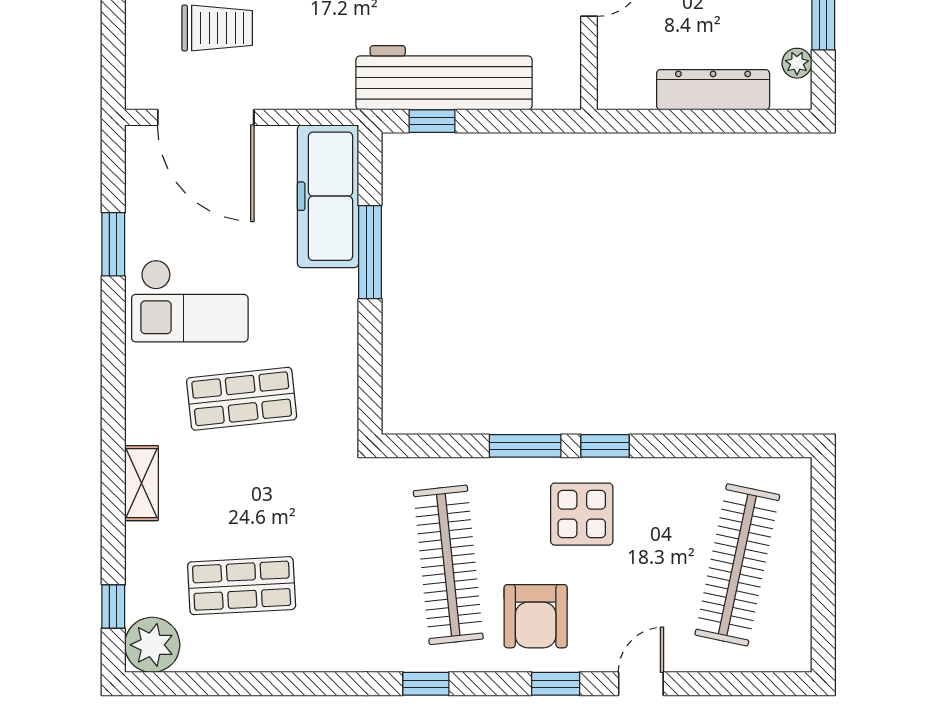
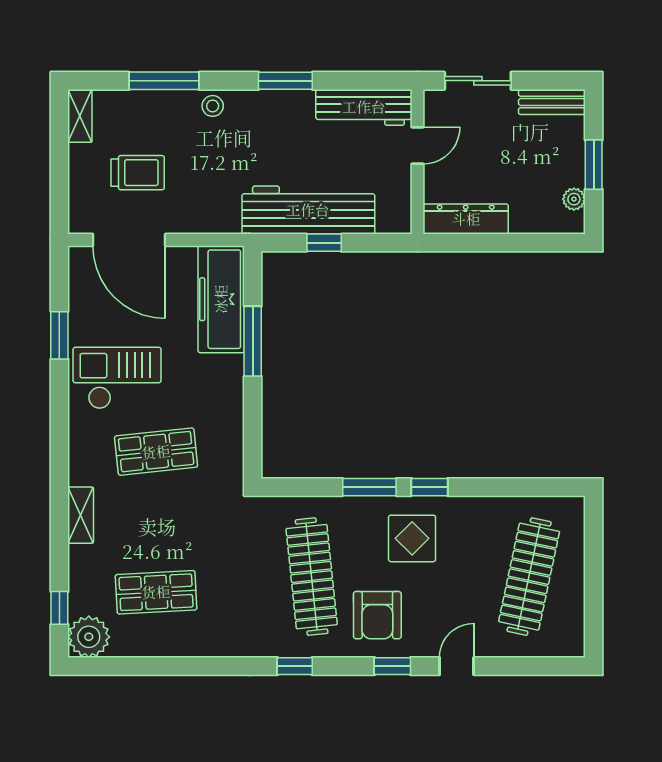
dresser: (713, 90) -> (466, 219), moved
window: (432, 121) -> (324, 243), moved
checkout: (190, 301) -> (117, 378), turned 180

